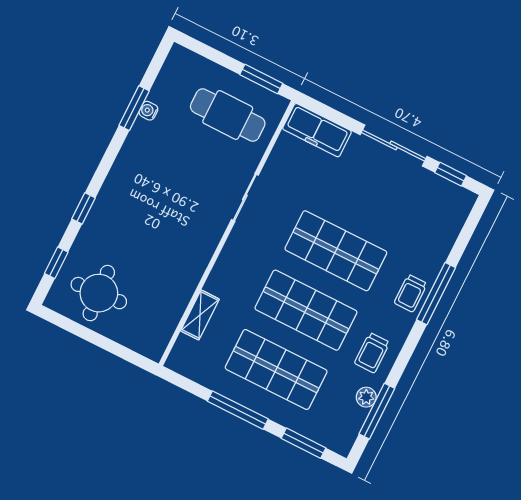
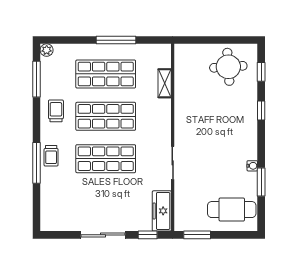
water cooler: (148, 111) -> (252, 166), moved
cafe table: (228, 115) -> (232, 210), moved
freezer: (317, 130) -> (162, 211), moved, turned -90
window: (451, 174) -> (148, 235), moved
trolley: (411, 293) -> (51, 156), turned 180
plant: (366, 397) -> (47, 50), moved
window: (303, 443) -> (69, 40), removed

